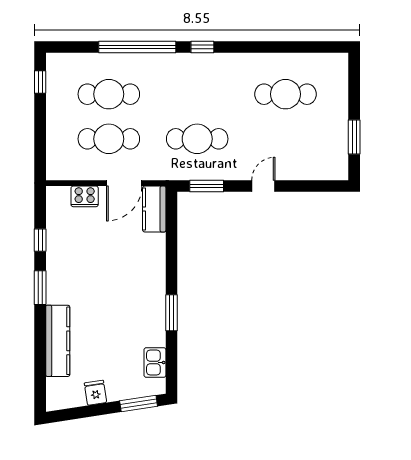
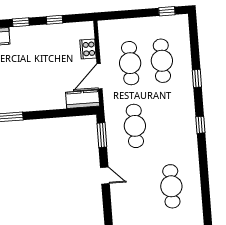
window: (137, 47) -> (197, 78), width x0.32
door: (124, 183) -> (99, 76), hinge flipped
window: (40, 288) -> (21, 22), width x0.67

